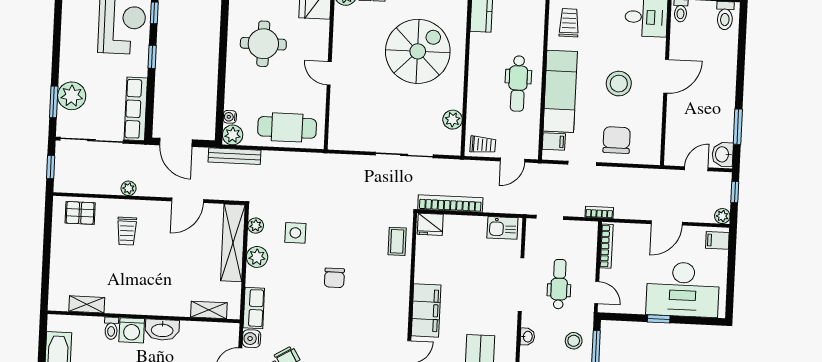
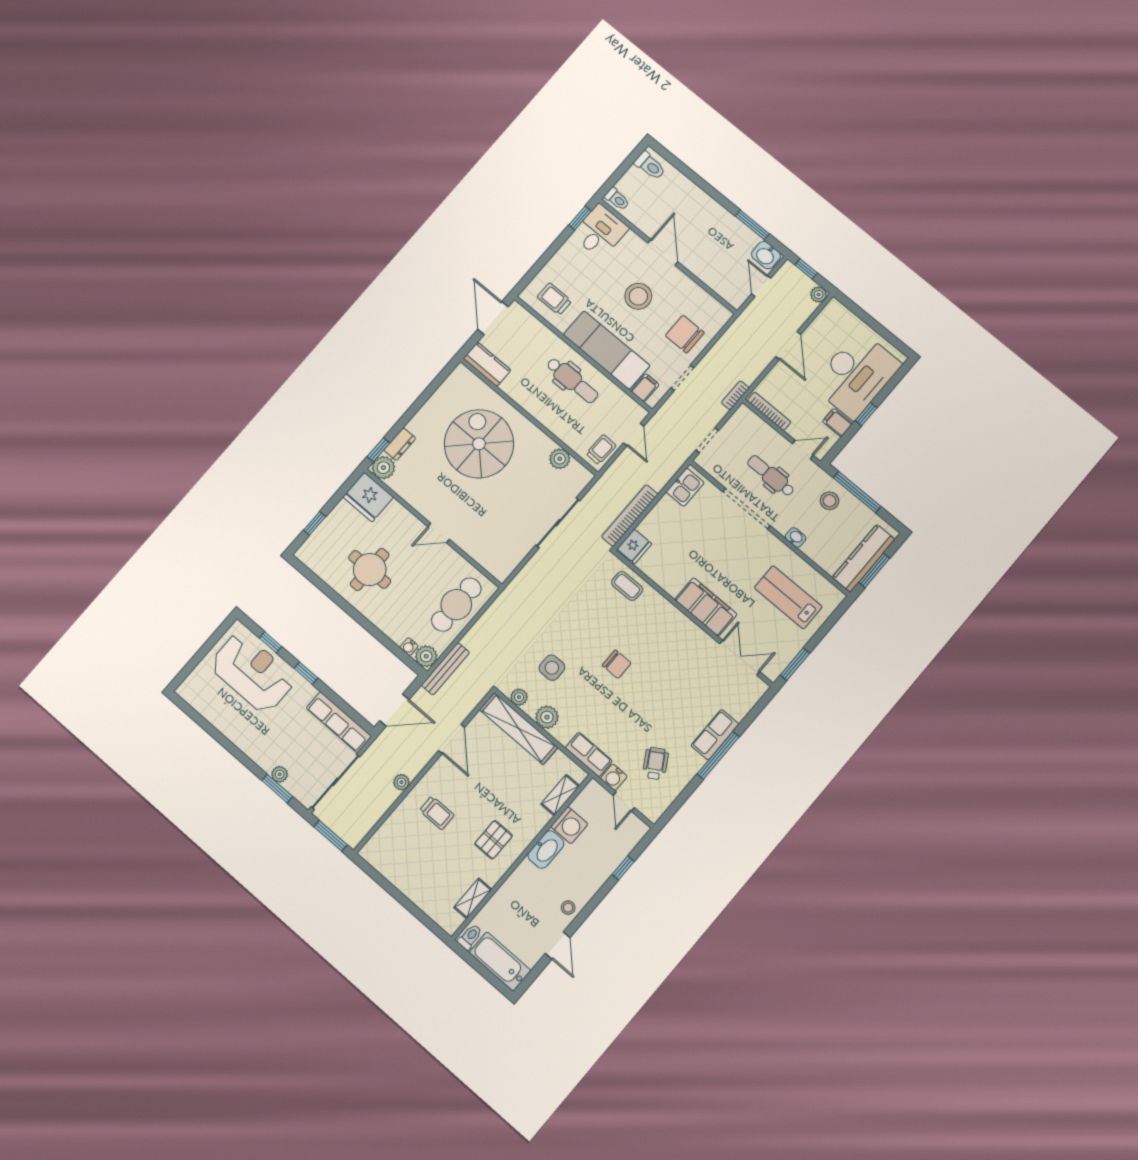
plant: (72, 96) -> (280, 774), width x0.53, depth x0.53
window: (51, 167) -> (330, 836), width x1.50
pallet: (80, 213) -> (494, 840), moved
filing cabinet: (717, 240) -> (837, 423), moved, turned 90
toilet: (111, 328) -> (470, 937), moved, turned -90
washing machine: (132, 330) -> (569, 825), moved

